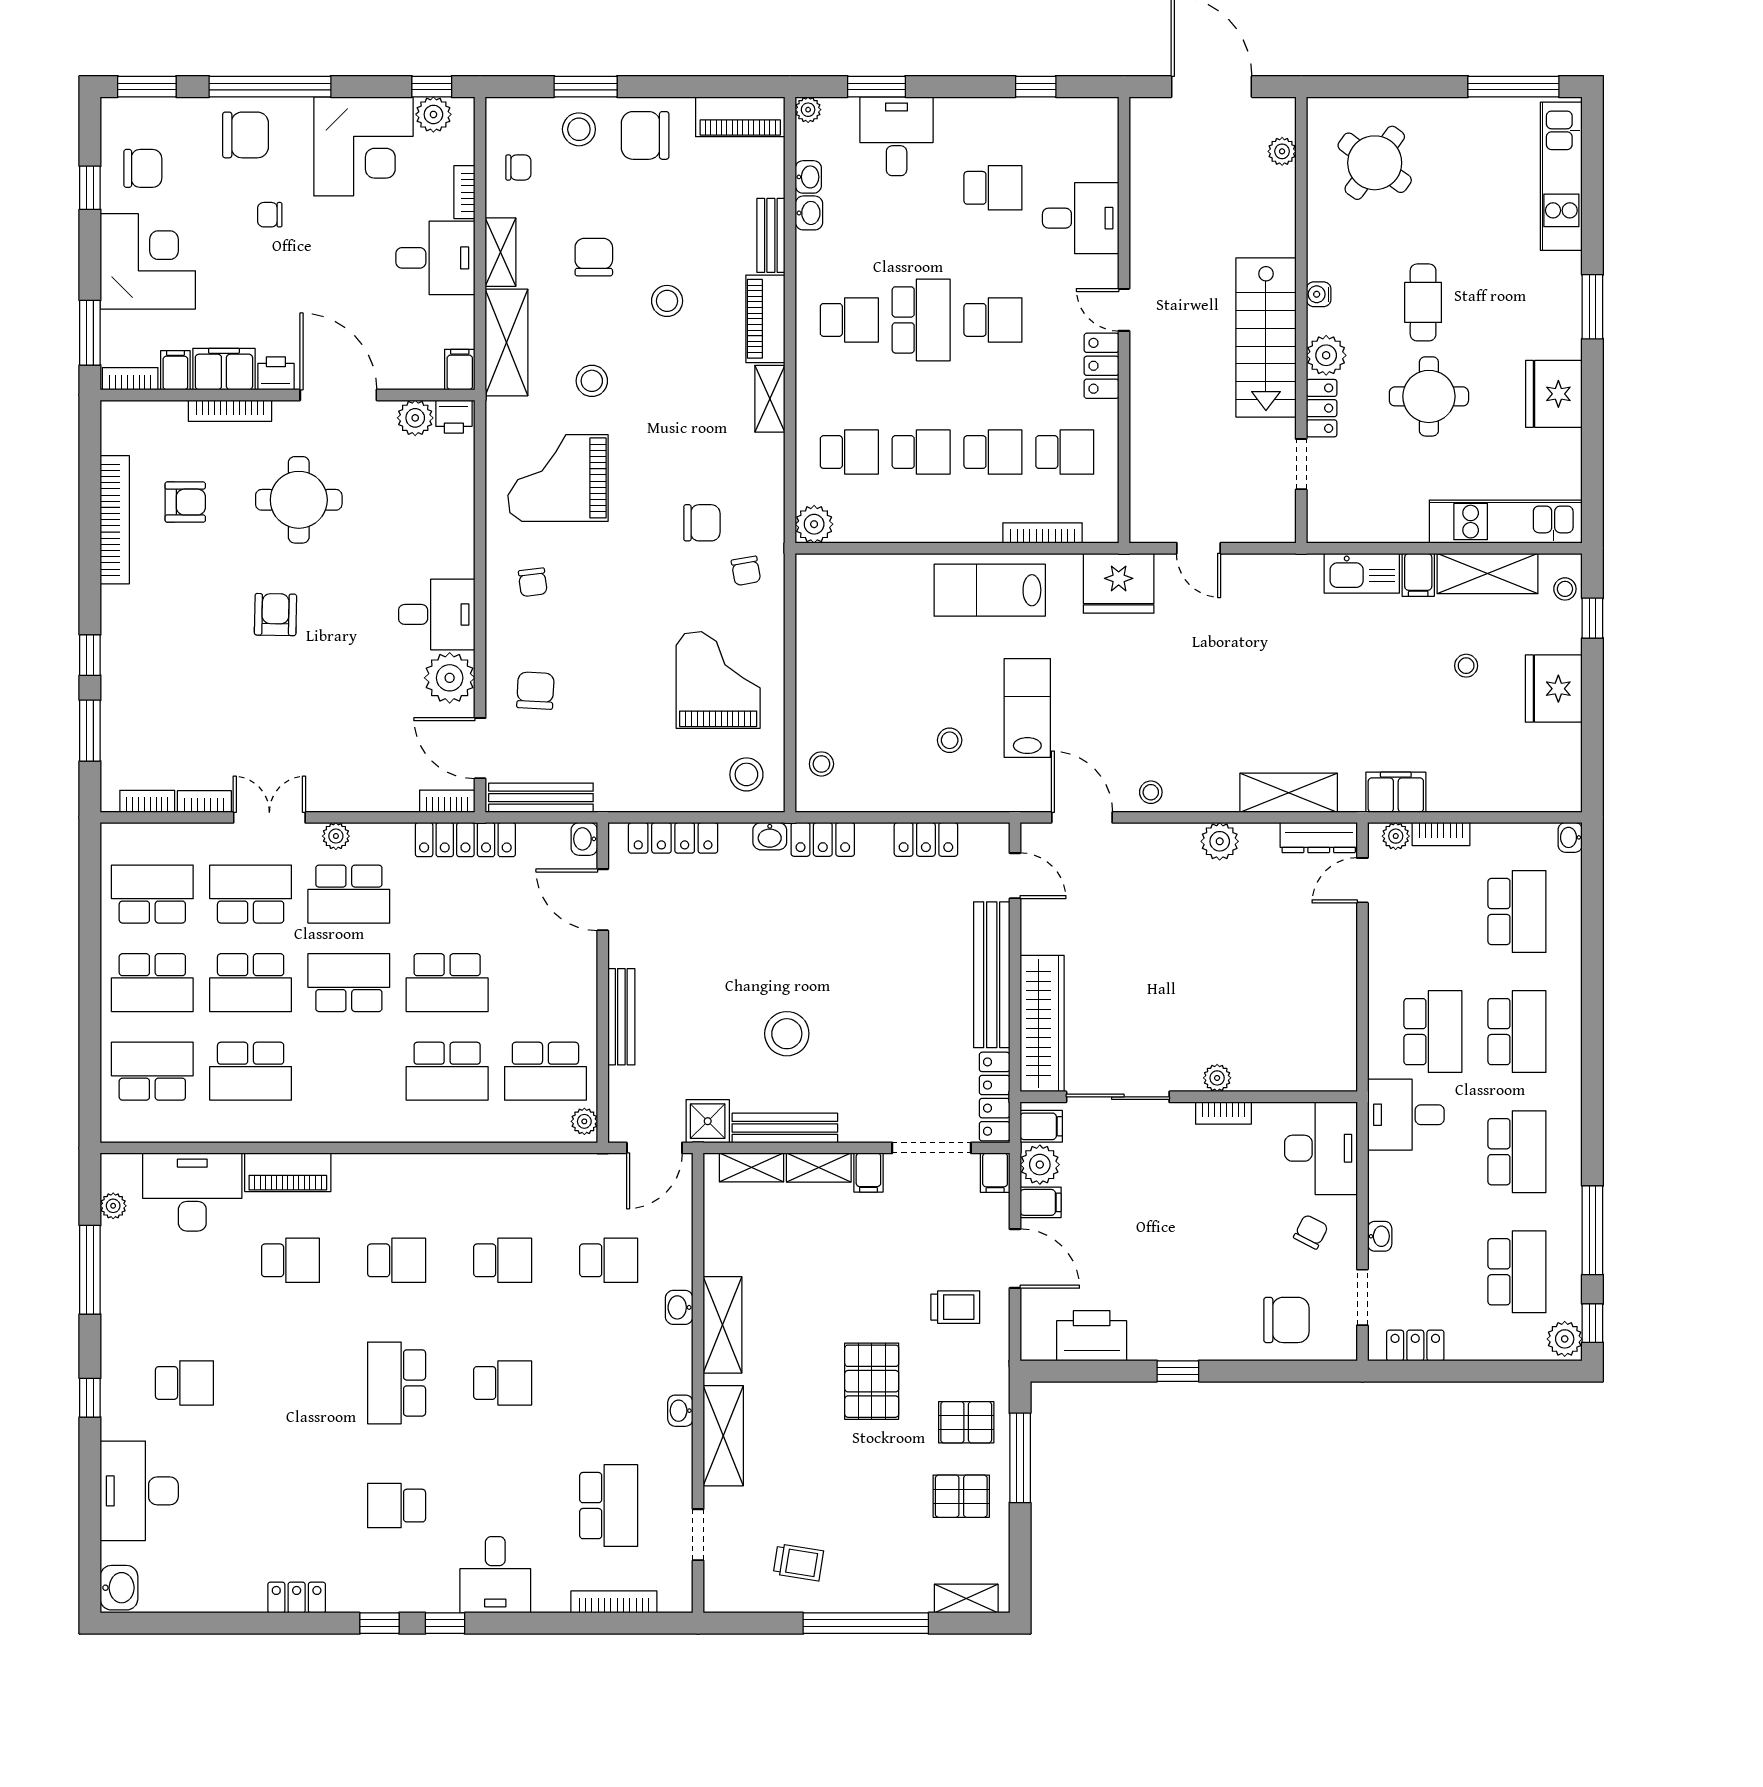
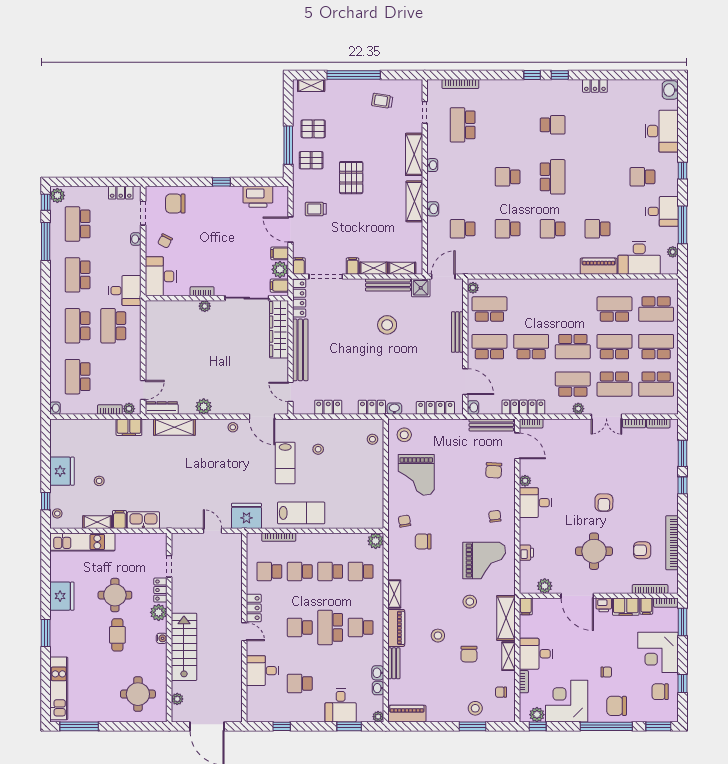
chair: (645, 135) -> (447, 706), removed
round table: (1375, 163) -> (138, 694), turned -36
stairs: (1266, 337) -> (184, 647), moved
bookcase: (230, 411) -> (650, 589), moved
printer: (454, 417) -> (526, 553), moved, turned 90
shelving: (1488, 574) -> (97, 522), width x0.67, depth x0.75
plant: (450, 678) -> (525, 481), width x0.53, depth x0.53
school desk: (447, 1071) -> (489, 347), moved
desk: (495, 1575) -> (662, 211), moved, turned 90

